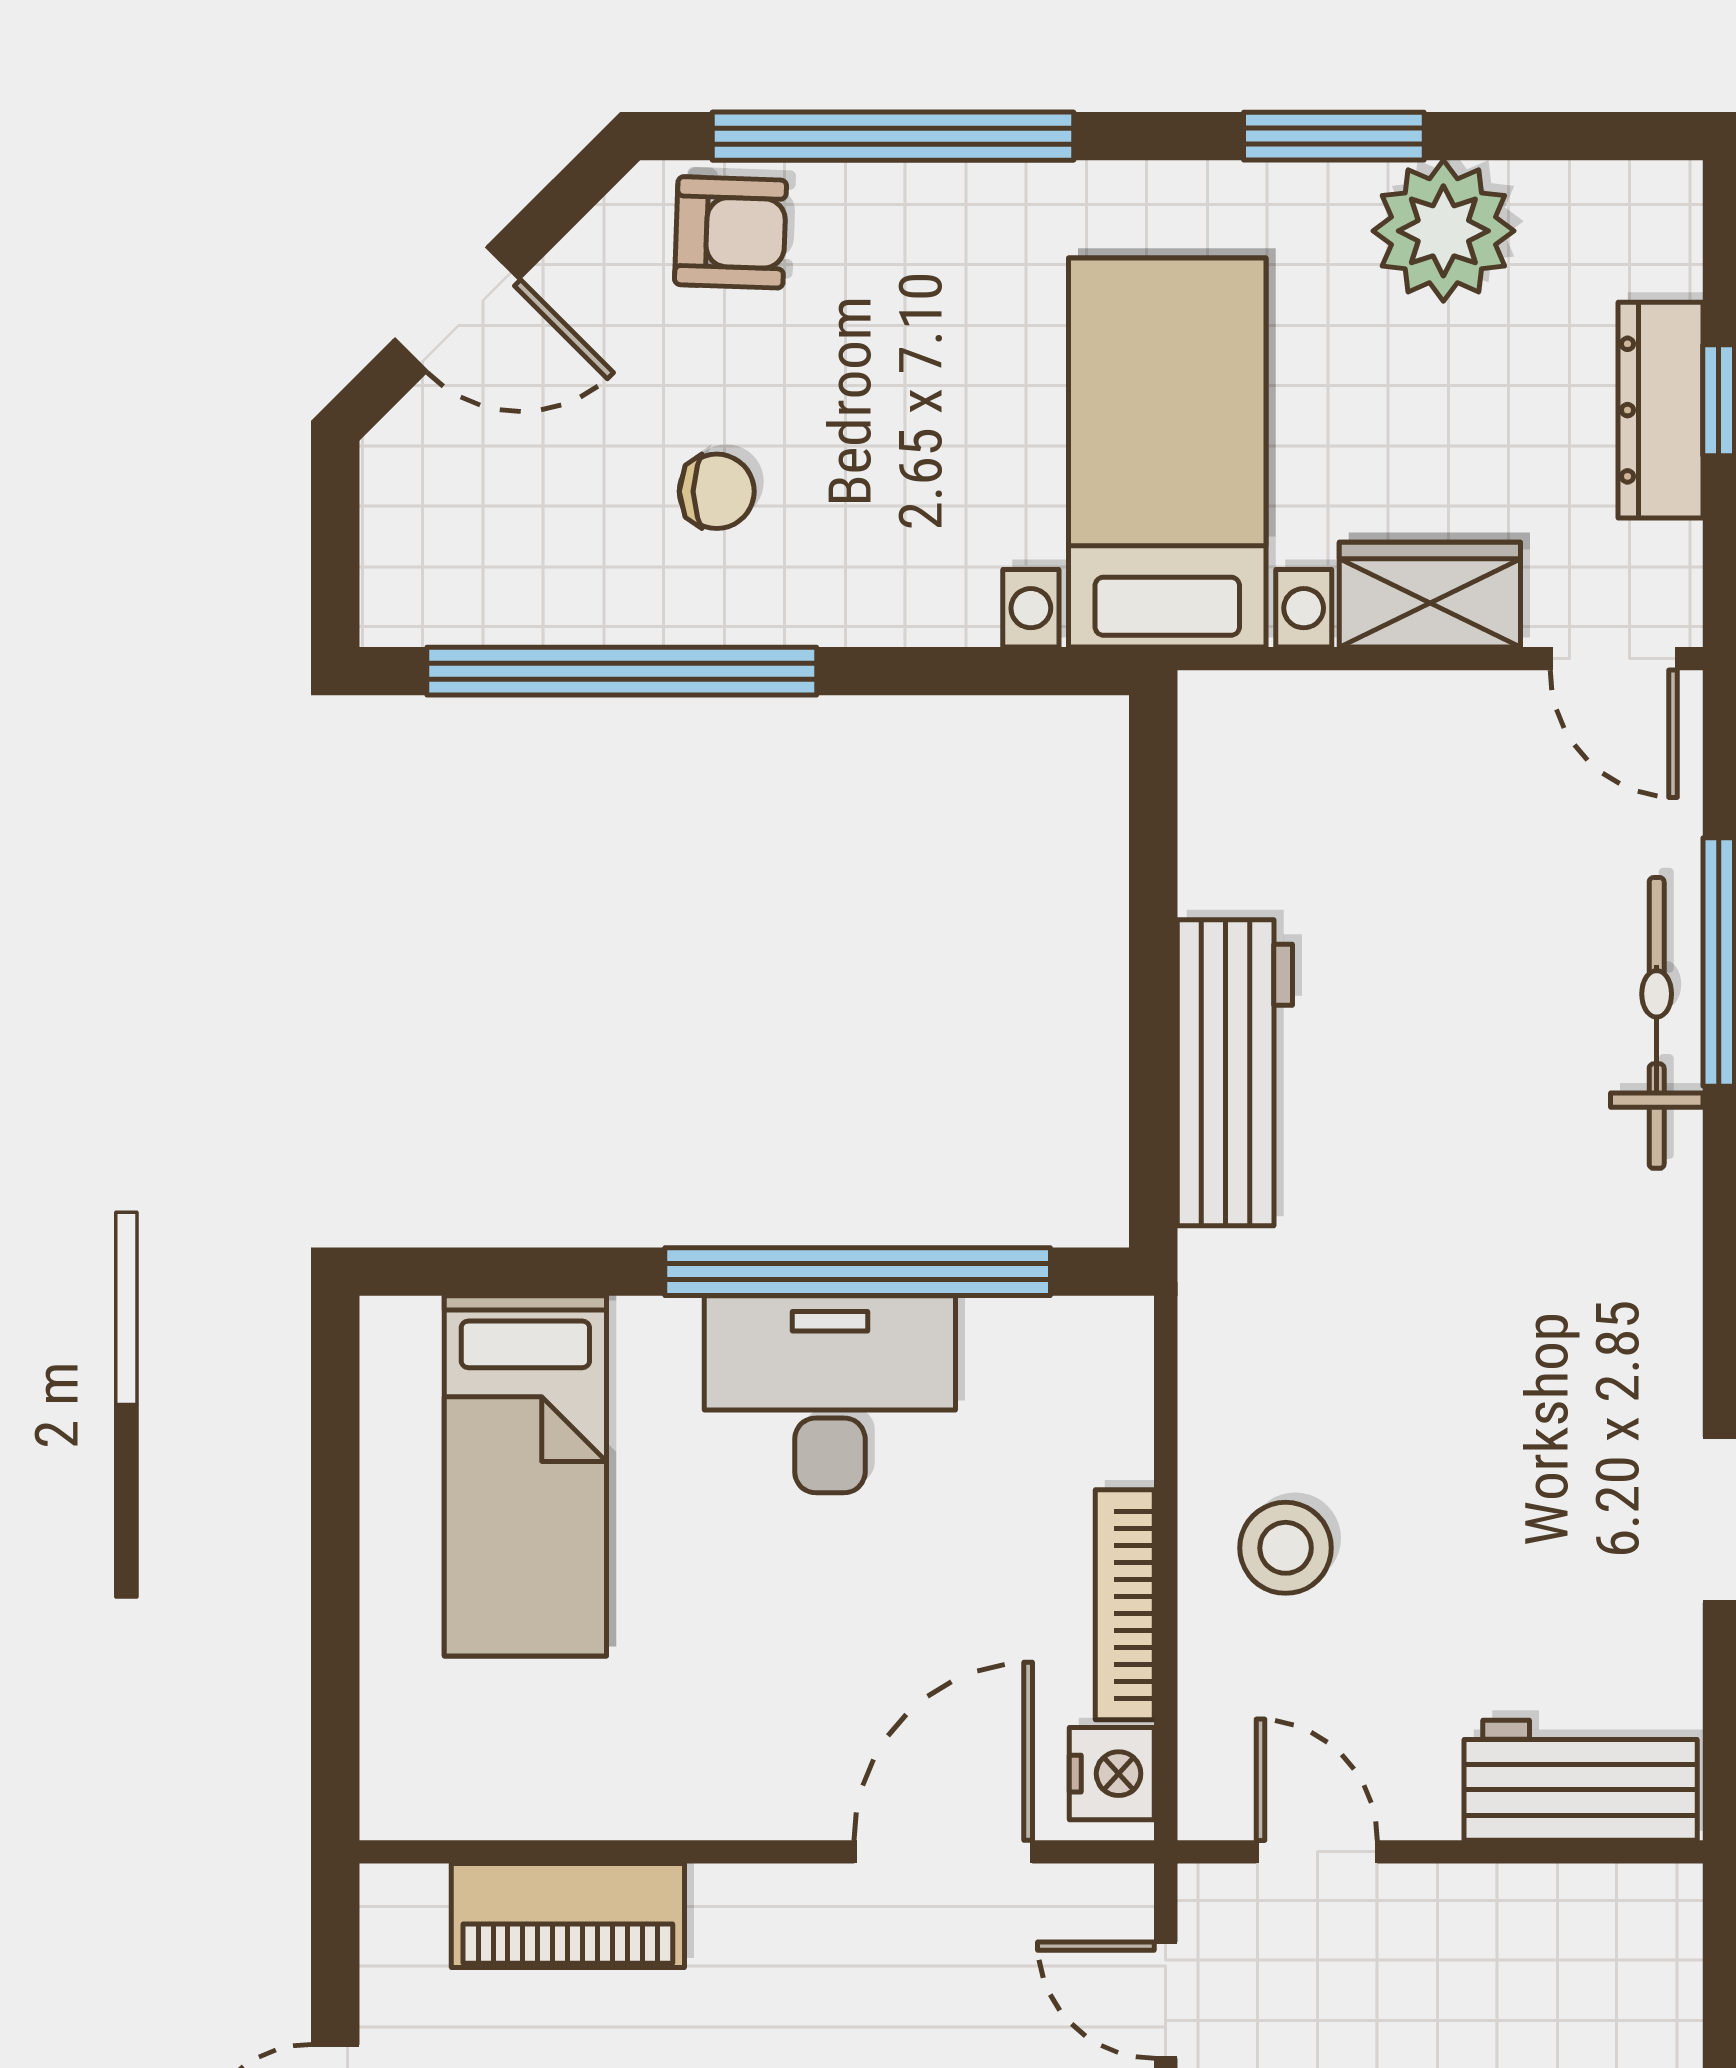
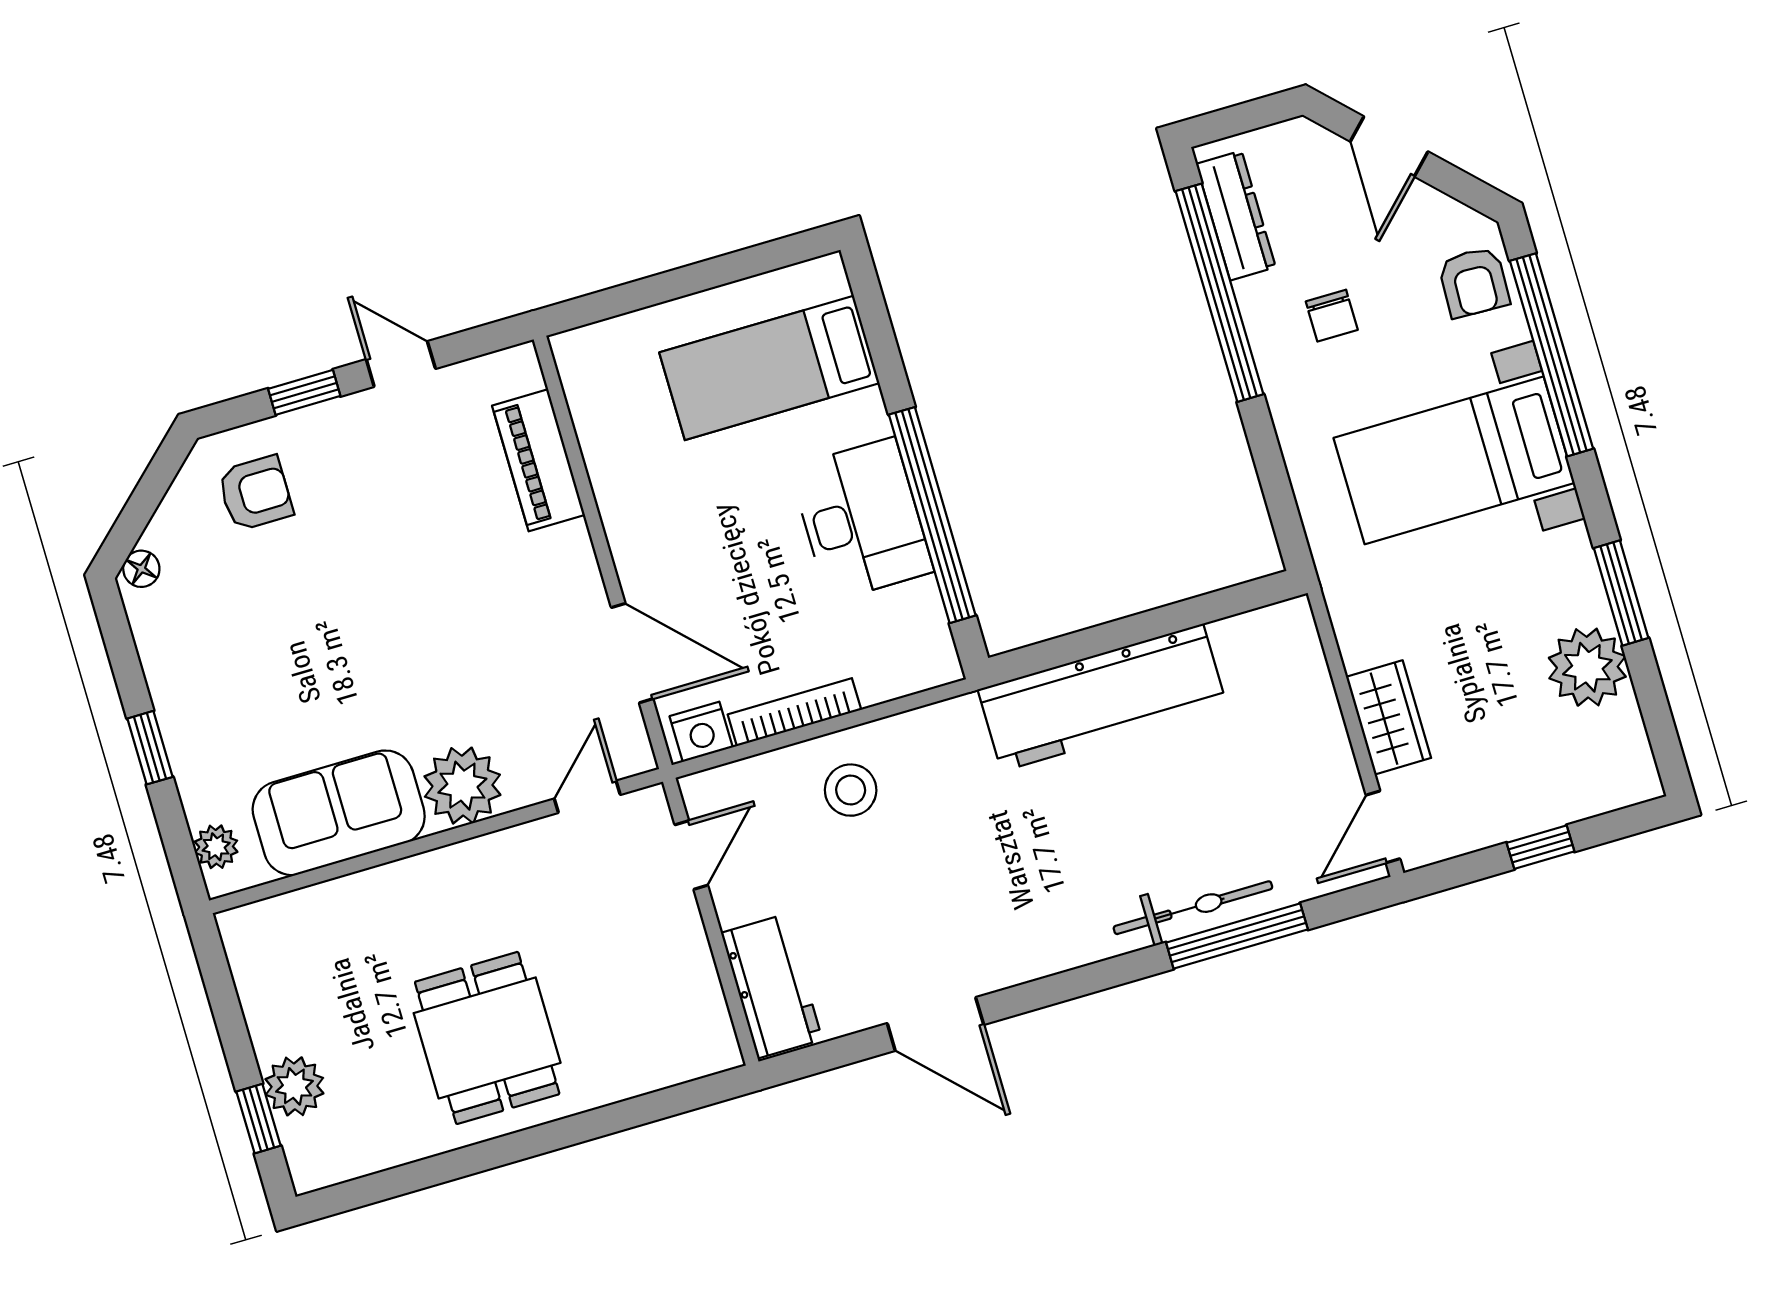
dresser: (1660, 410) -> (1236, 216), moved, turned 90
bed with nightstands: (1167, 453) -> (1454, 460), moved, turned 180
workbench: (1235, 1073) -> (1102, 698), width x1.36, depth x1.32

